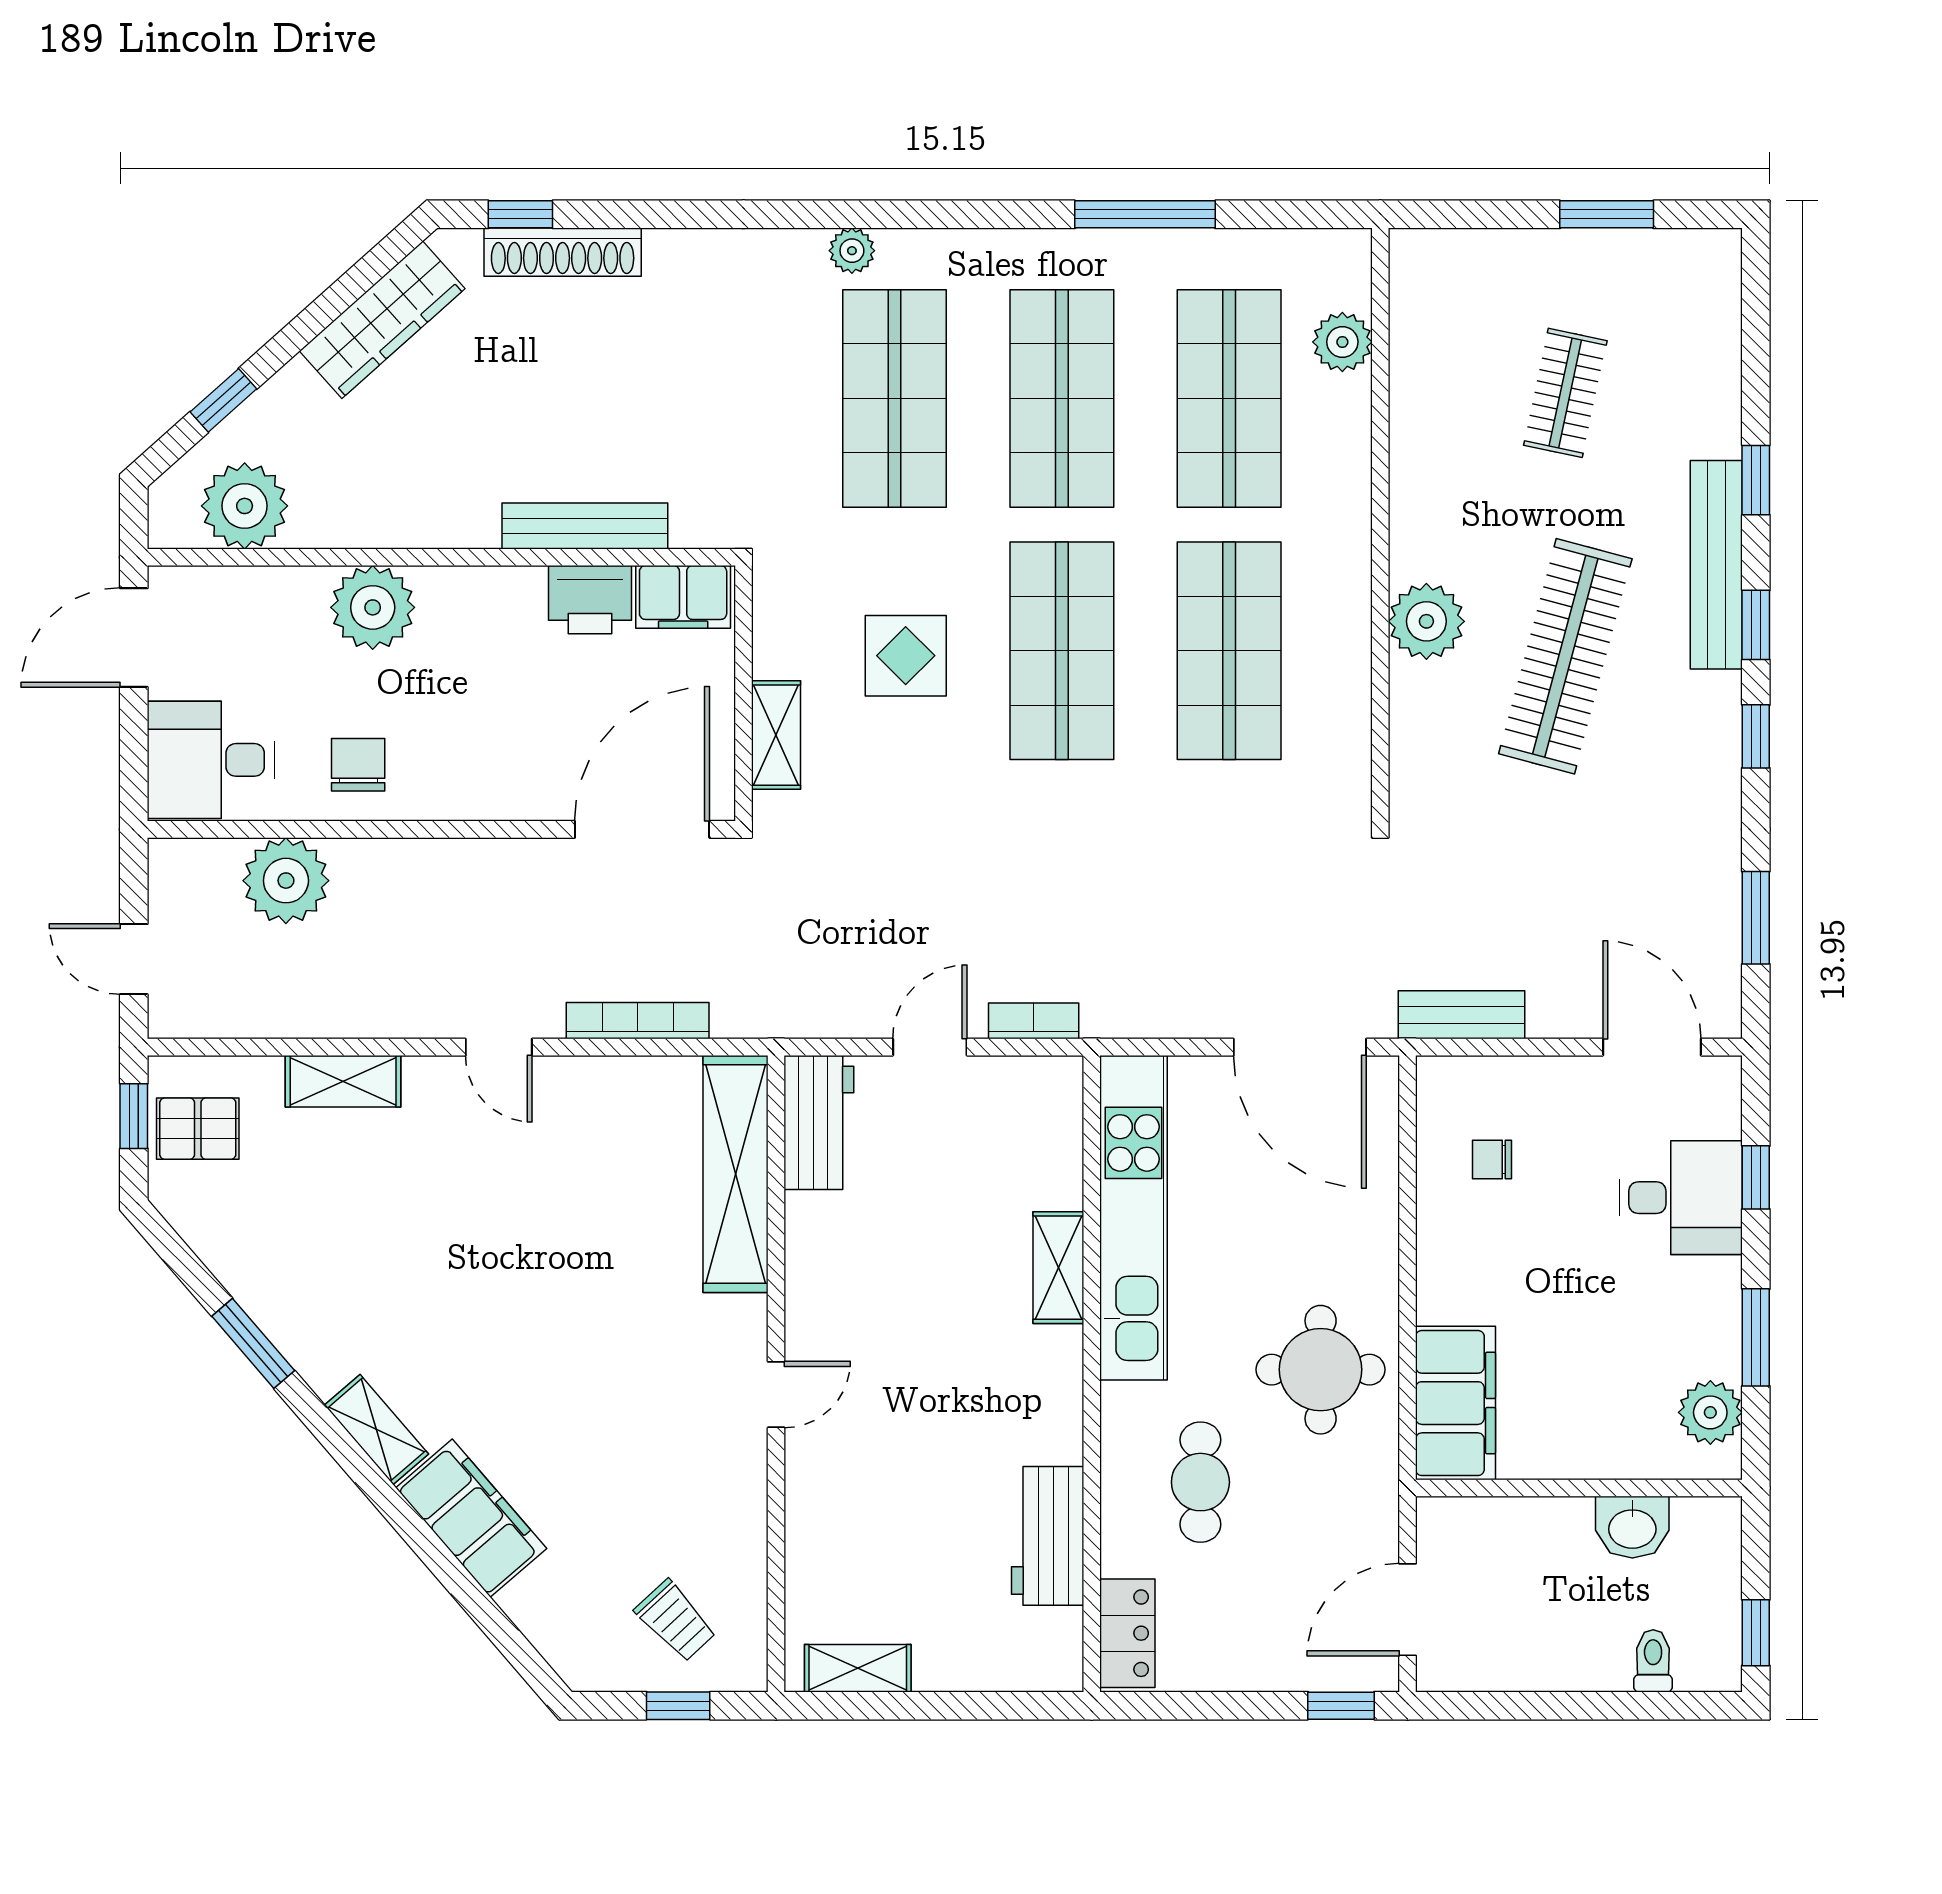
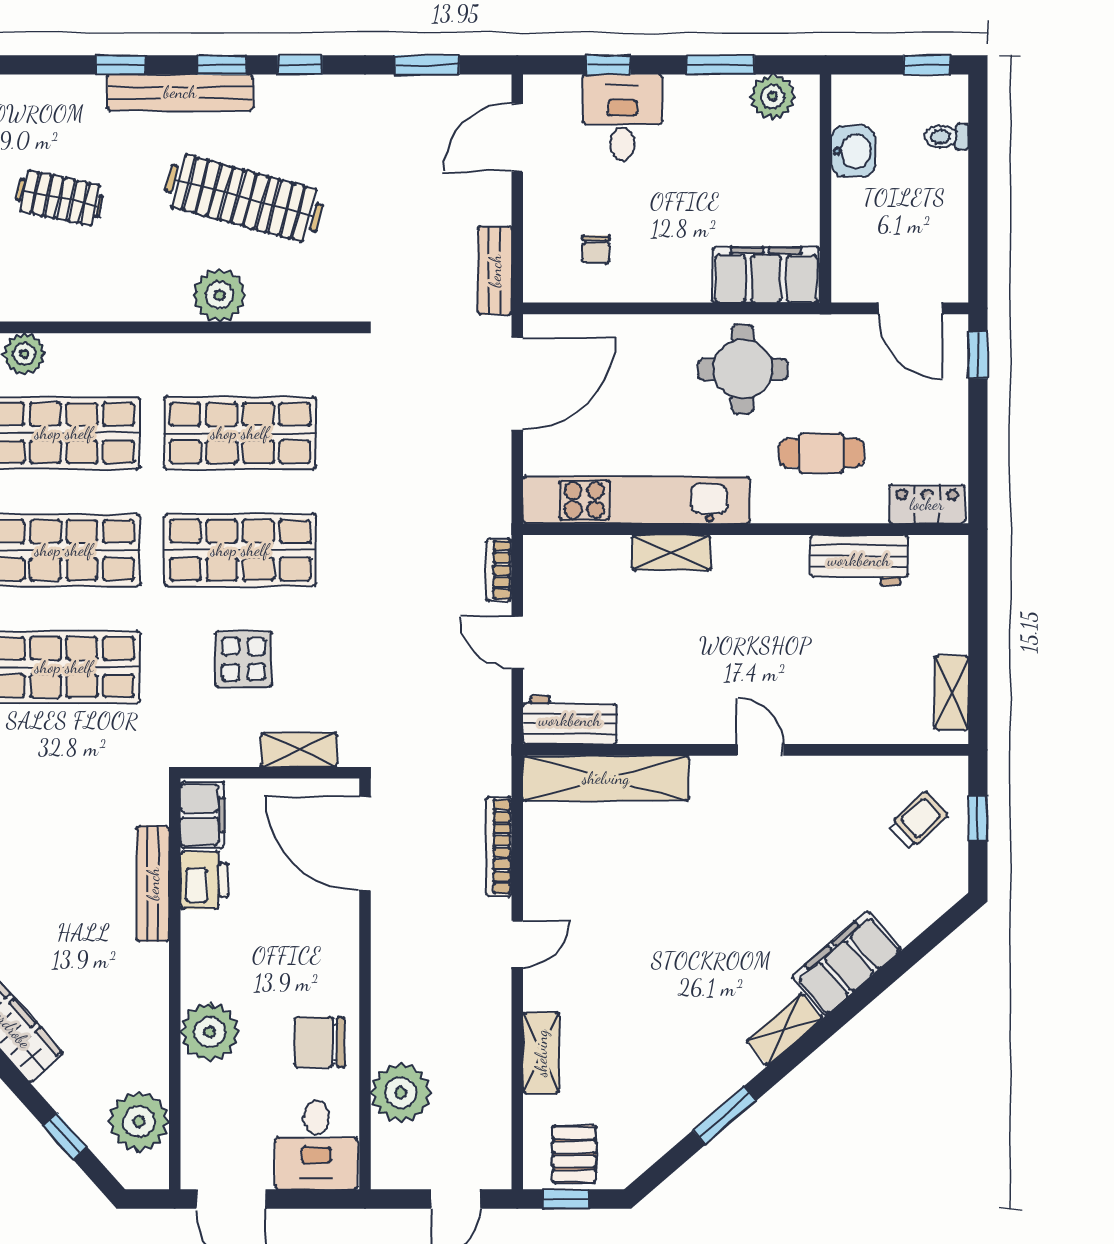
chair: (358, 765) -> (320, 1042), width x1.37, depth x1.37

